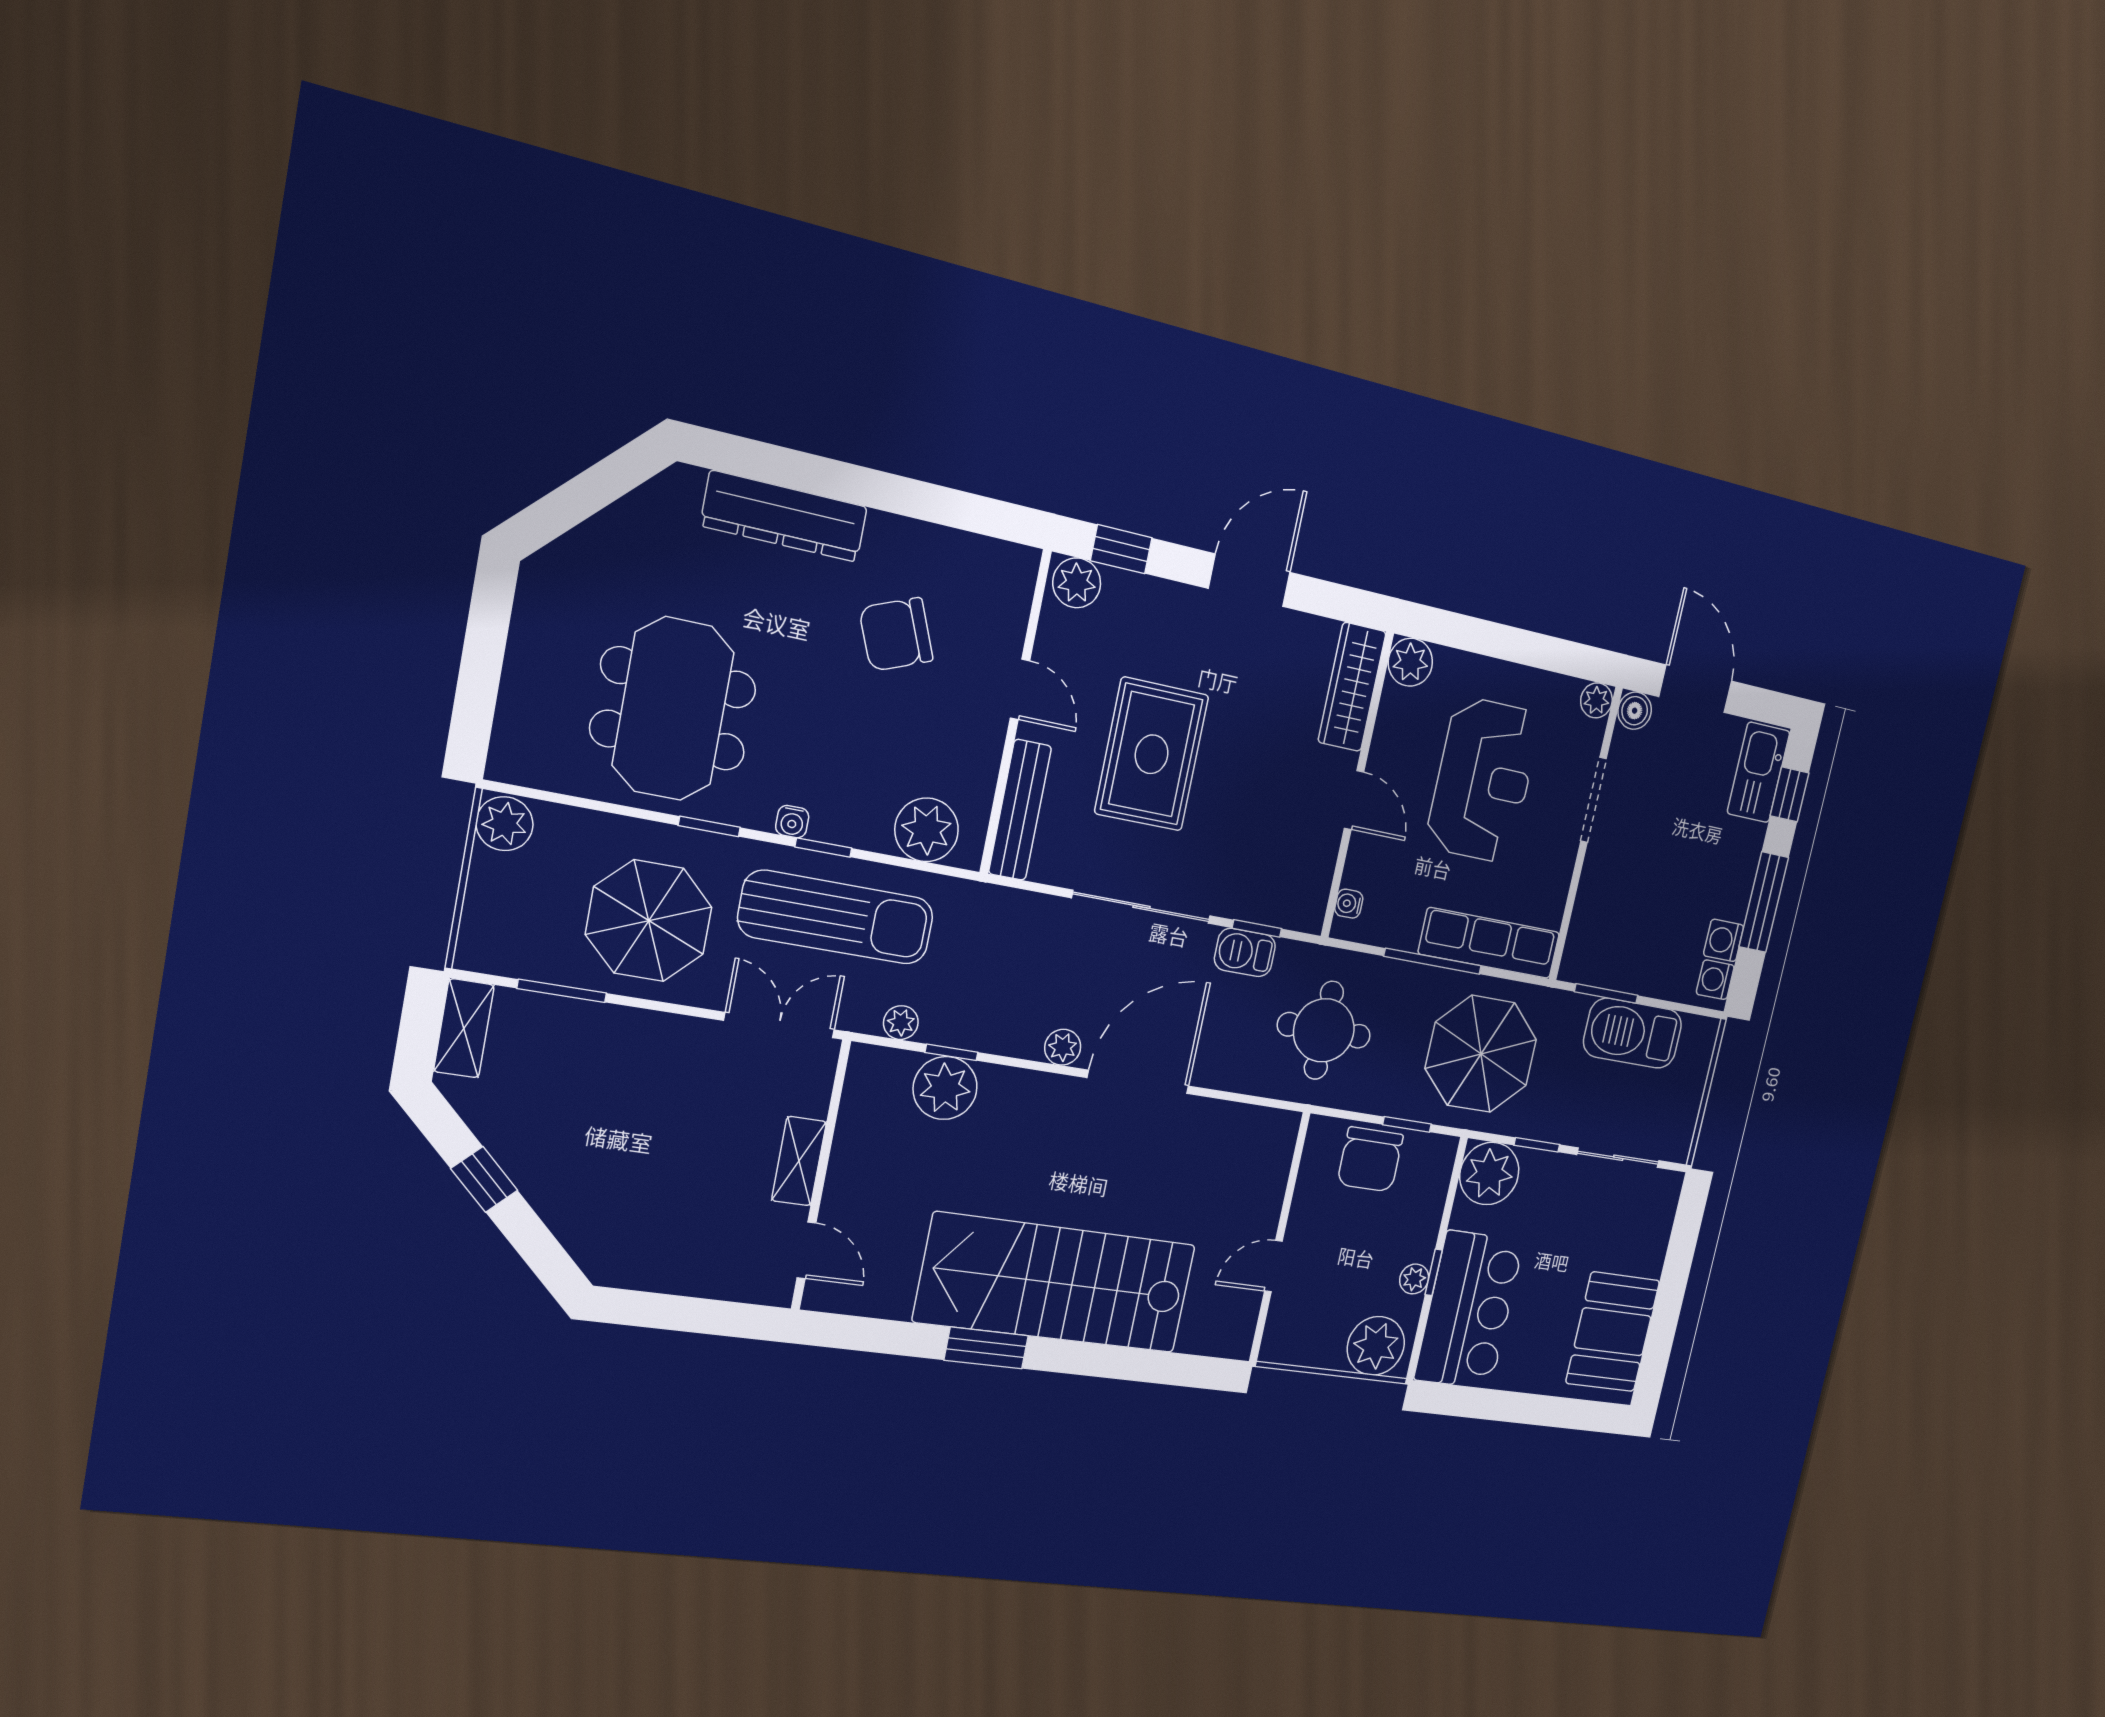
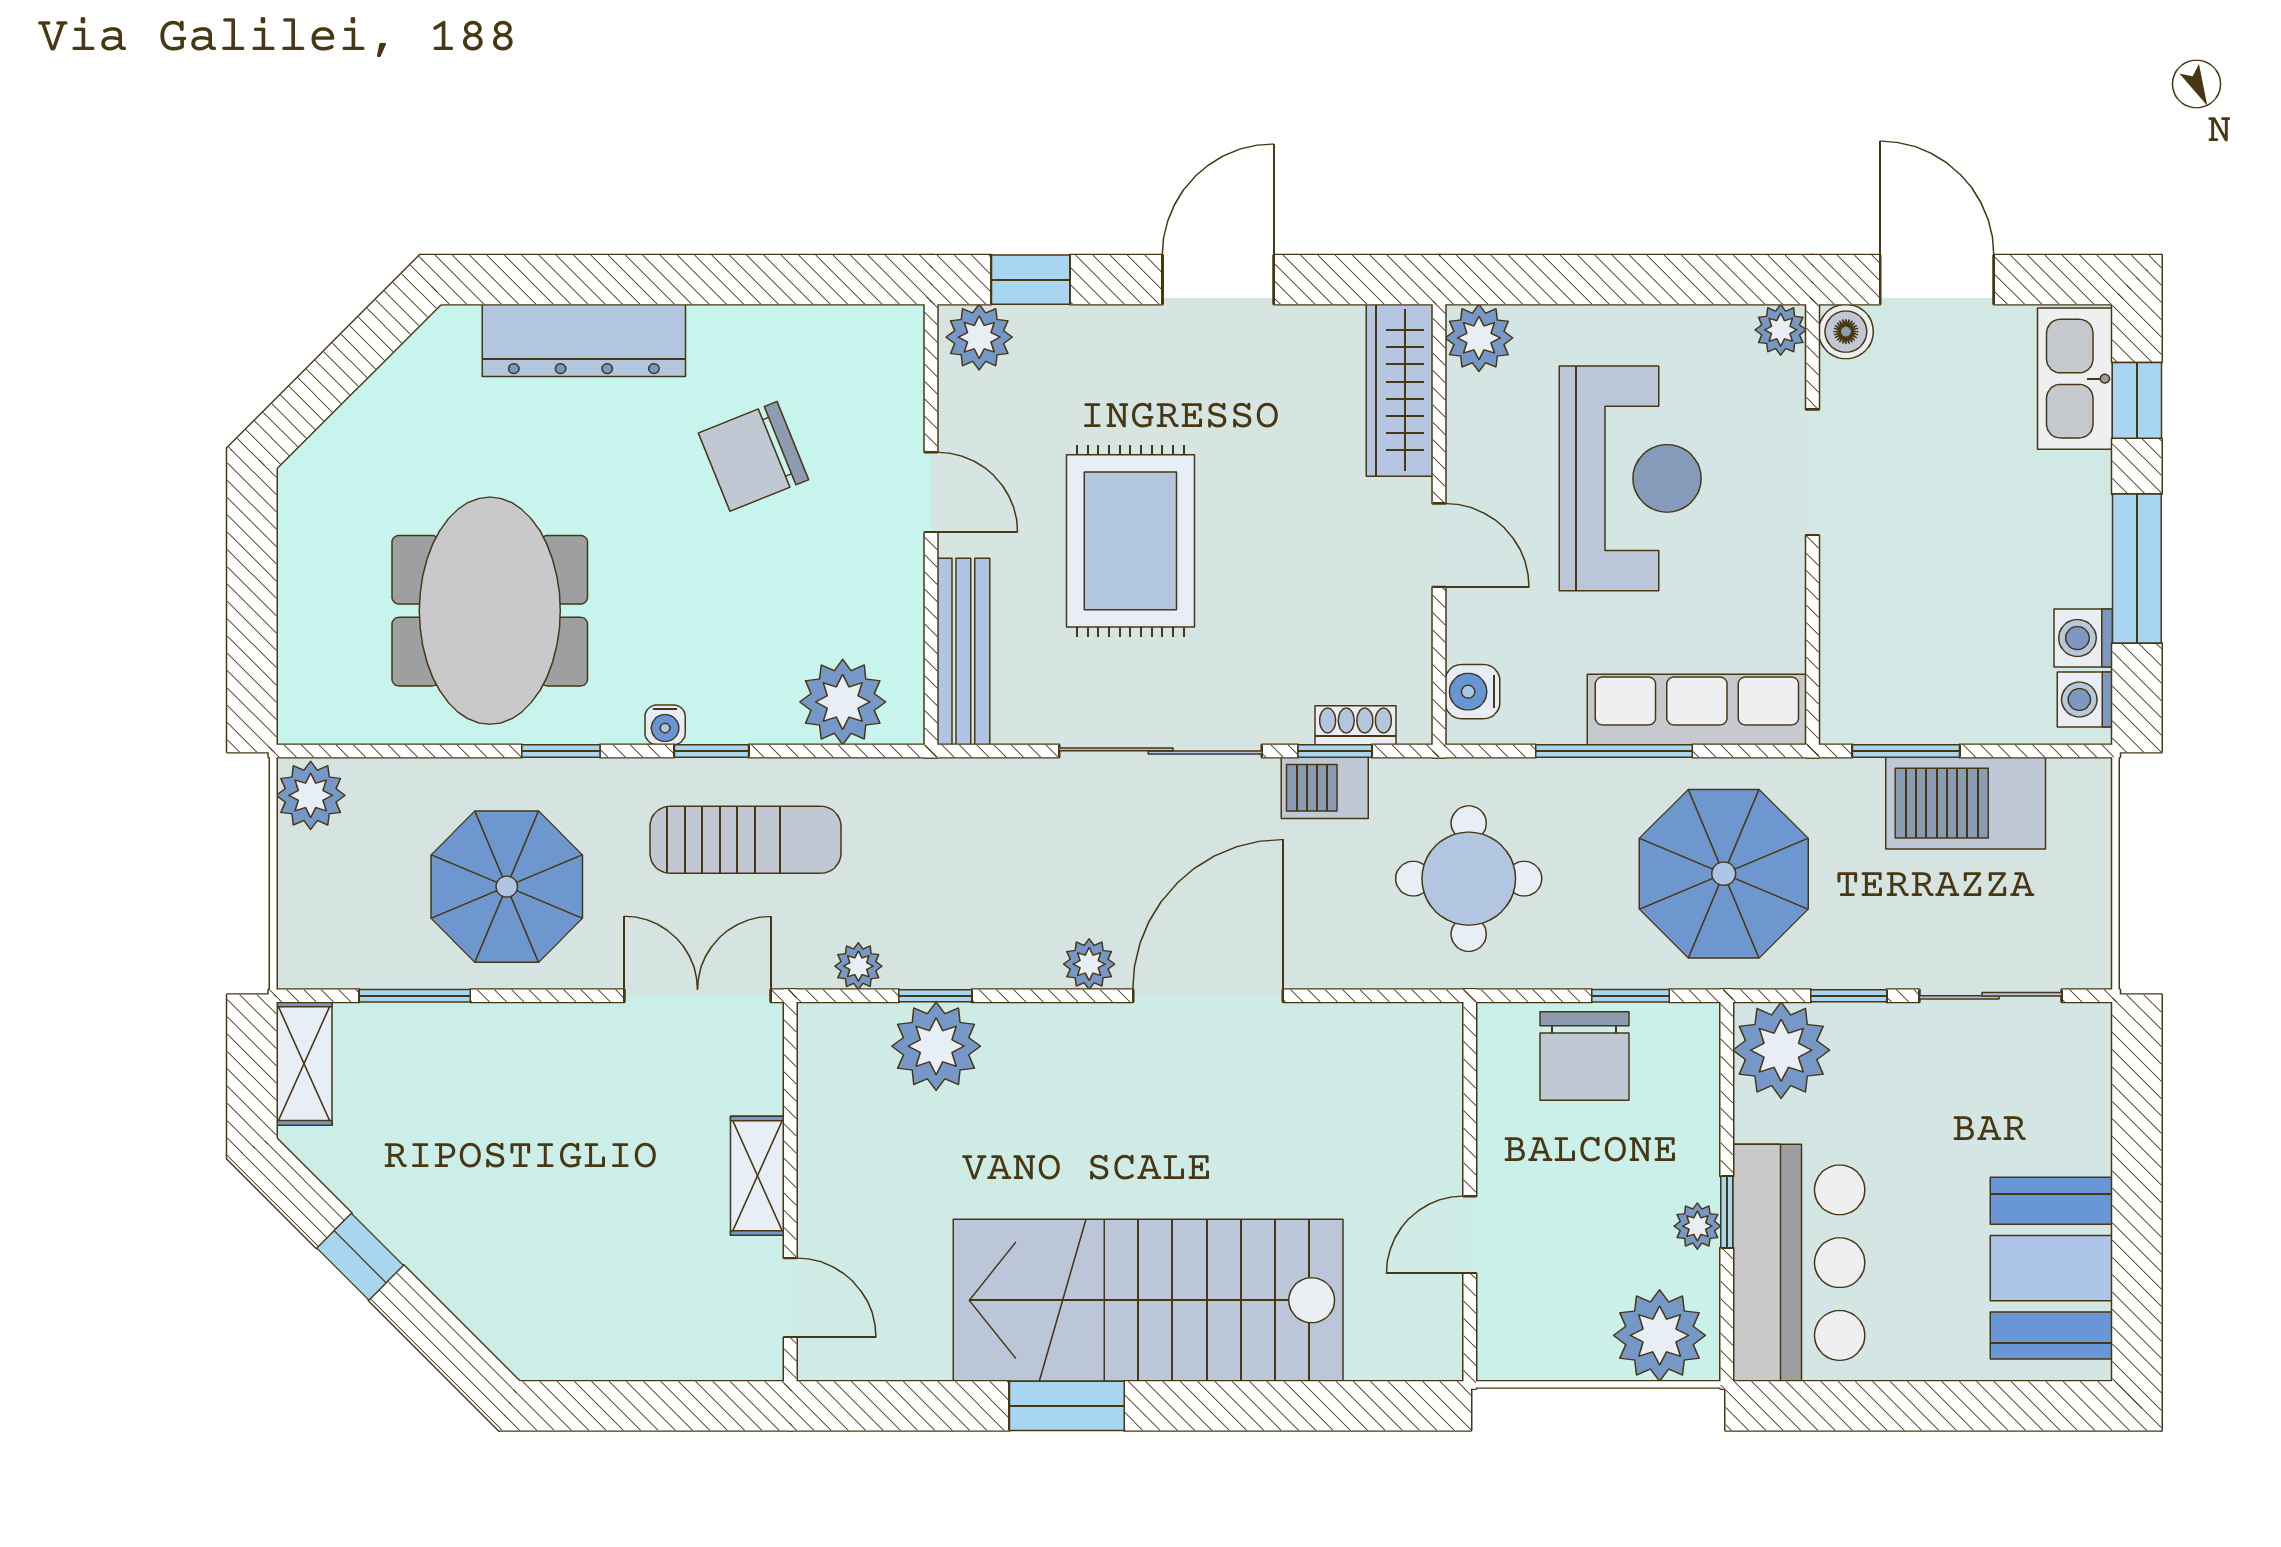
water cooler: (1349, 904) -> (1472, 692), width x1.38, depth x1.38
shoe rack: (1274, 913) -> (1356, 725), added
sun lounger: (836, 917) -> (745, 840), width x0.73, depth x0.75

